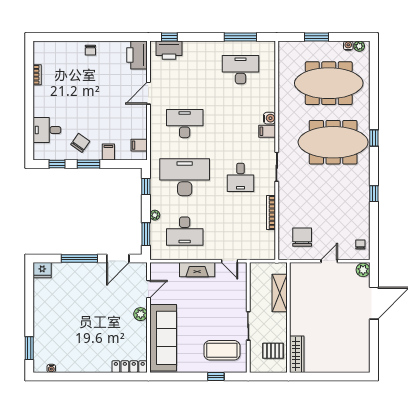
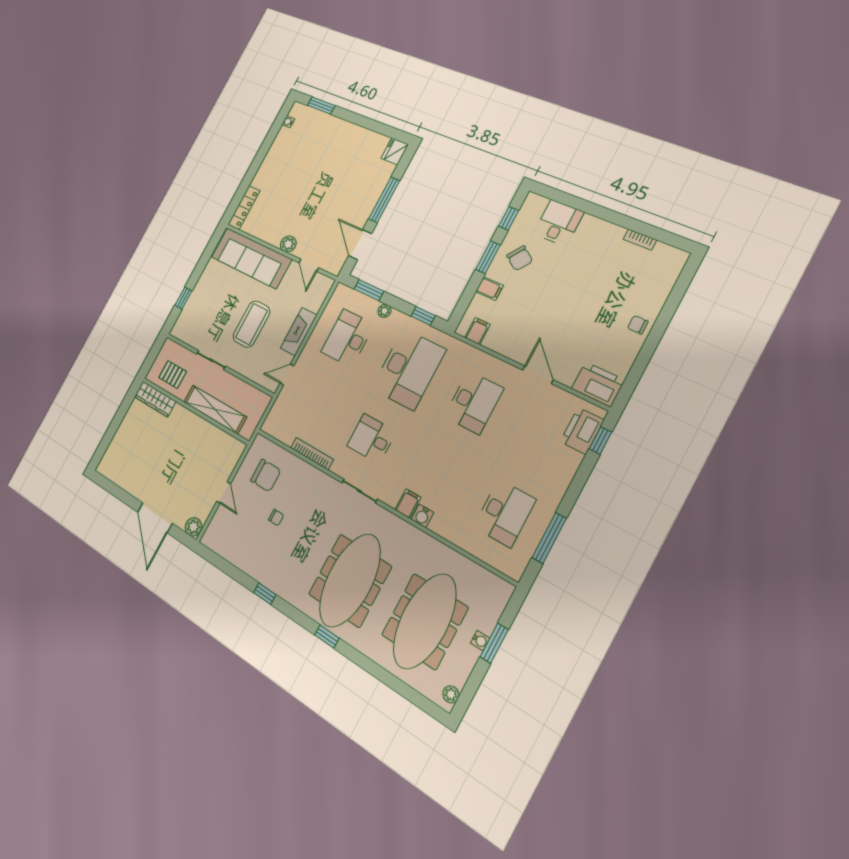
water cooler: (348, 46) -> (480, 641), moved
chair: (360, 245) -> (276, 518), moved
shelving: (280, 293) -> (215, 409), width x1.47
coffee table: (222, 350) -> (251, 324), moved
pallet: (273, 351) -> (173, 375), turned 90

